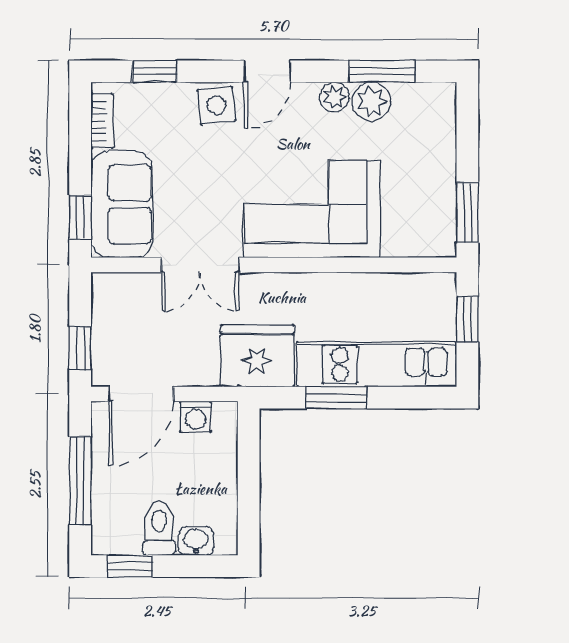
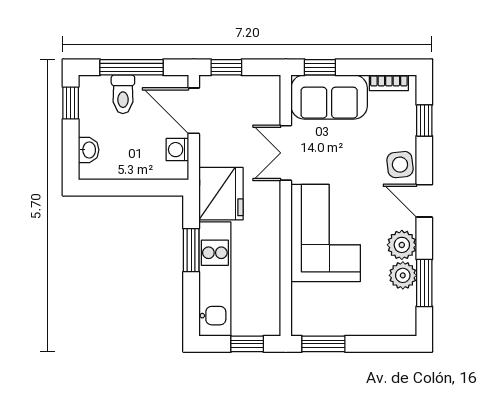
plant: (335, 97) -> (402, 245), width x1.38, depth x1.38
toilet: (159, 528) -> (123, 94), moved, turned 90

